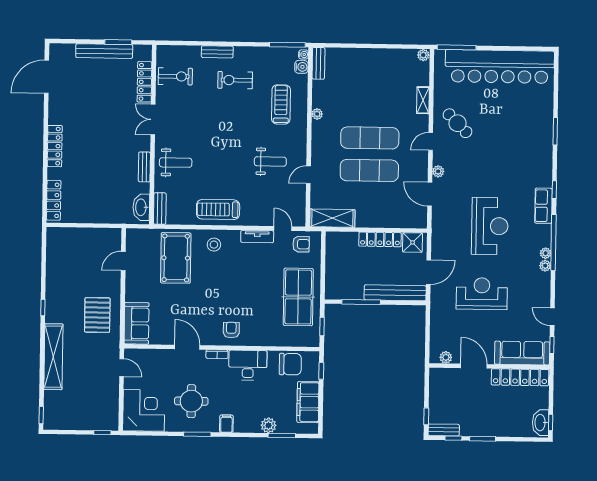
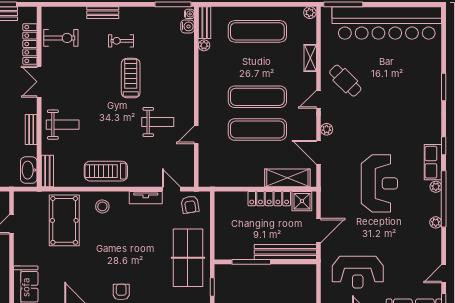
exercise mat: (371, 73) -> (257, 31), added
exercise bike: (235, 80) -> (121, 41), width x0.73, depth x0.72
treadmill: (281, 104) -> (131, 78), moved
plant: (317, 114) -> (204, 45), moved
shelving: (332, 218) -> (287, 178), moved
armchair: (301, 244) -> (190, 205), turned 81
plant: (546, 253) -> (436, 187), moved
reception desk: (482, 294) -> (358, 272), moved, turned 180
door: (552, 317) -> (444, 274), hinge flipped

